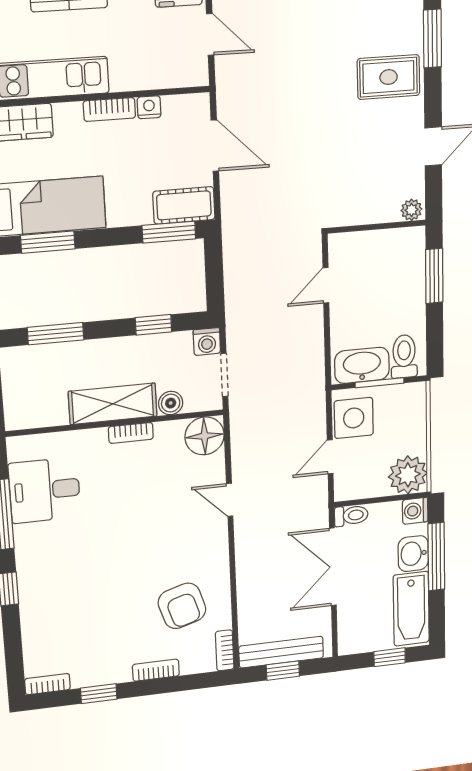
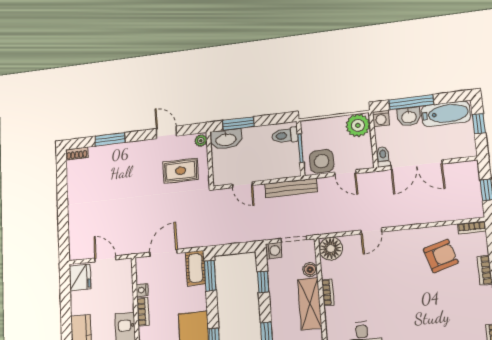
door: (210, 34) -> (105, 259), hinge flipped
rug: (389, 77) -> (180, 171), moved, turned 90
washbasin: (362, 365) -> (226, 139), moved, turned -90
bench: (281, 652) -> (291, 188), moved, turned 90

